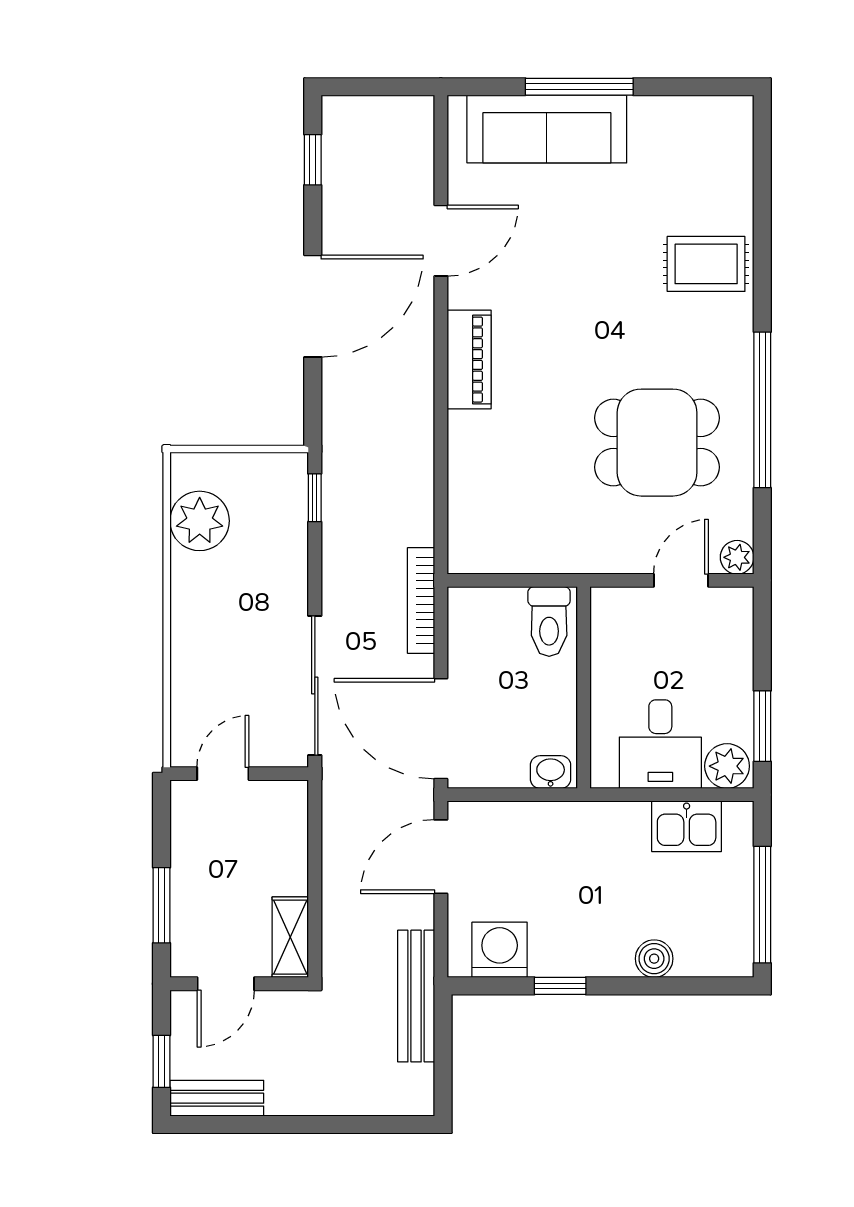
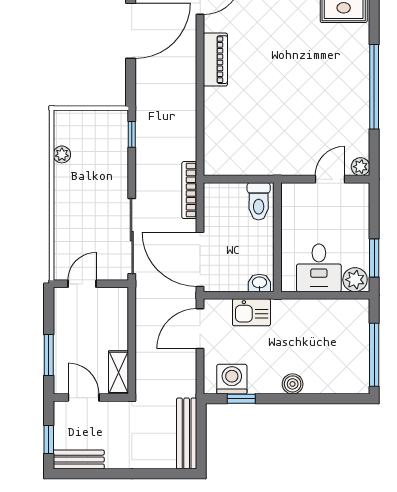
dining table: (657, 443) -> (317, 105), removed
plant: (200, 521) -> (62, 154), width x0.53, depth x0.53
kitchen sink: (687, 826) -> (251, 312), moved
boiler: (654, 959) -> (293, 384), moved
door: (226, 984) -> (84, 398), swing flipped
window: (560, 986) -> (241, 399), moved
bench: (416, 996) -> (187, 434), moved

